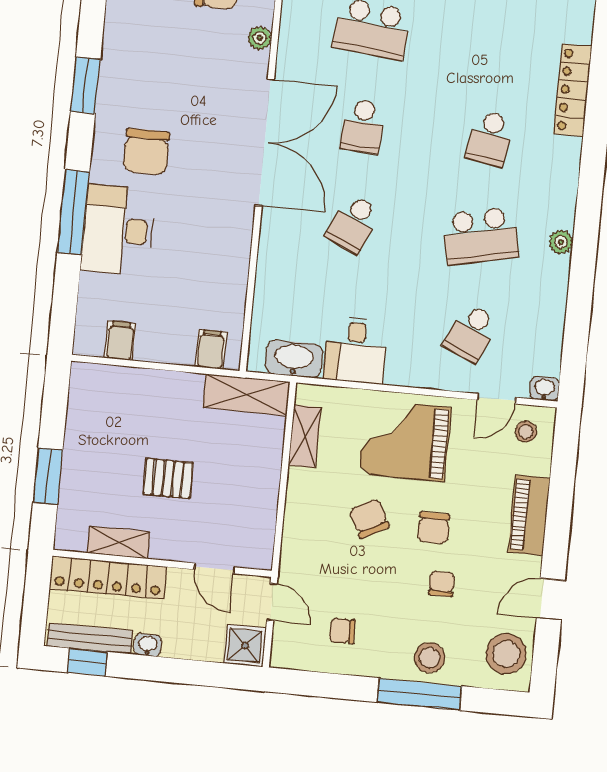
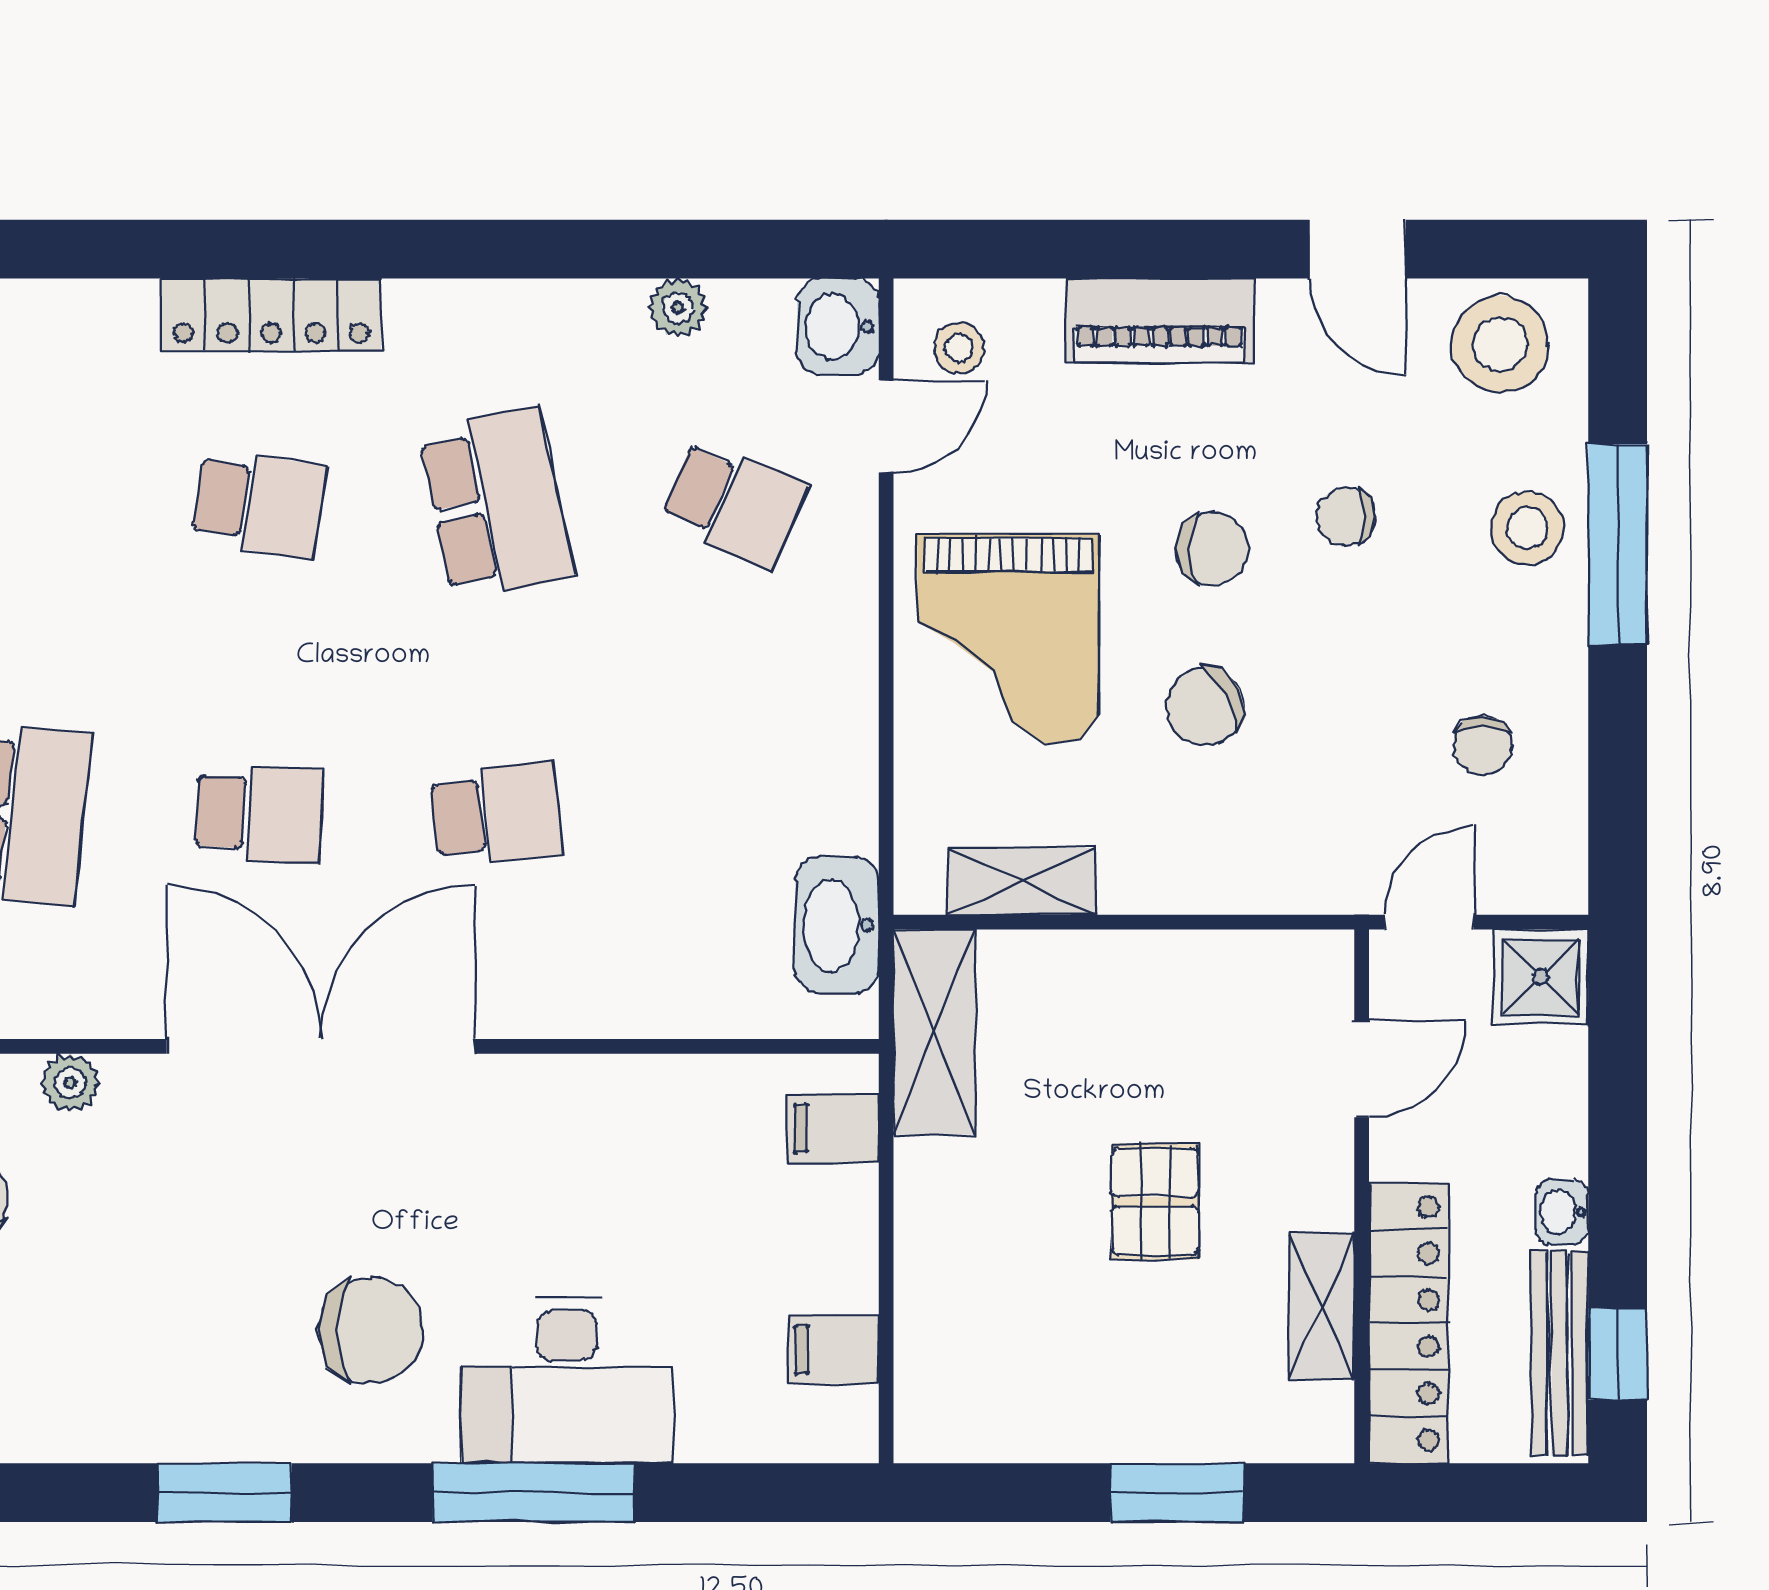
locker: (573, 90) -> (271, 315), moved
school desk: (353, 224) -> (496, 814), turned -30
plant: (561, 242) -> (678, 308), moved
desk: (355, 350) -> (801, 779), removed
washbasin: (545, 389) -> (838, 327), width x1.38, depth x1.45
door: (497, 399) -> (886, 426), hinge flipped

